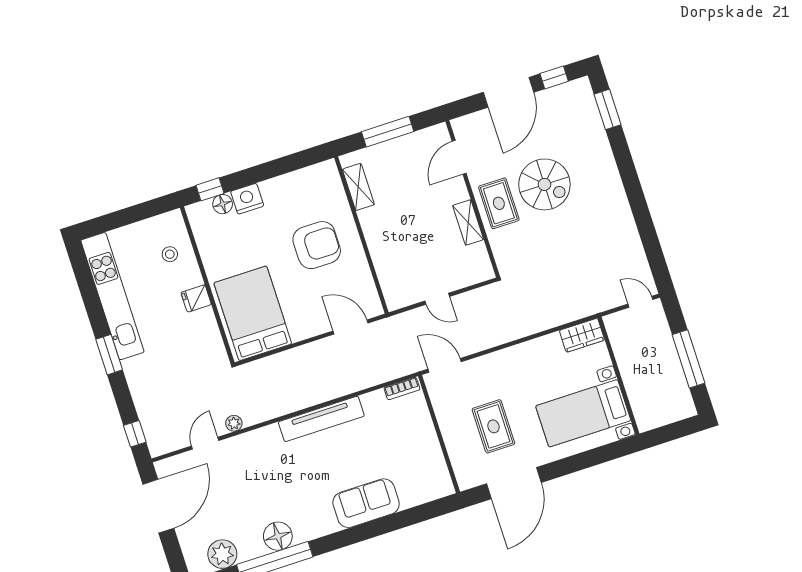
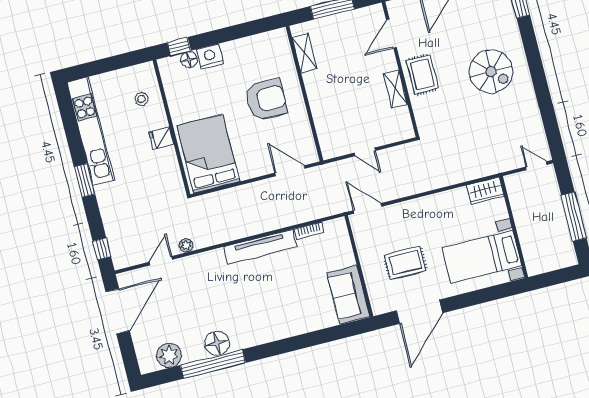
spiral stairs: (544, 184) -> (491, 72), moved
bookcase: (402, 389) -> (309, 231), moved
rug: (493, 426) -> (405, 263), turned 90
sofa: (366, 503) -> (348, 295), moved, turned -90

